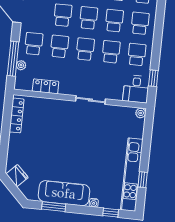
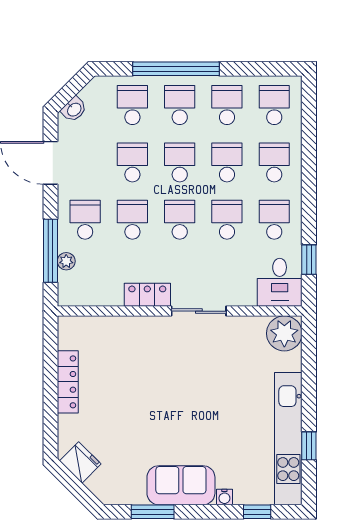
locker: (46, 86) -> (147, 295), moved
plant: (141, 113) -> (284, 333), width x1.88, depth x1.88
locker: (17, 115) -> (68, 382), moved
sofa: (64, 193) -> (181, 485), width x0.73

